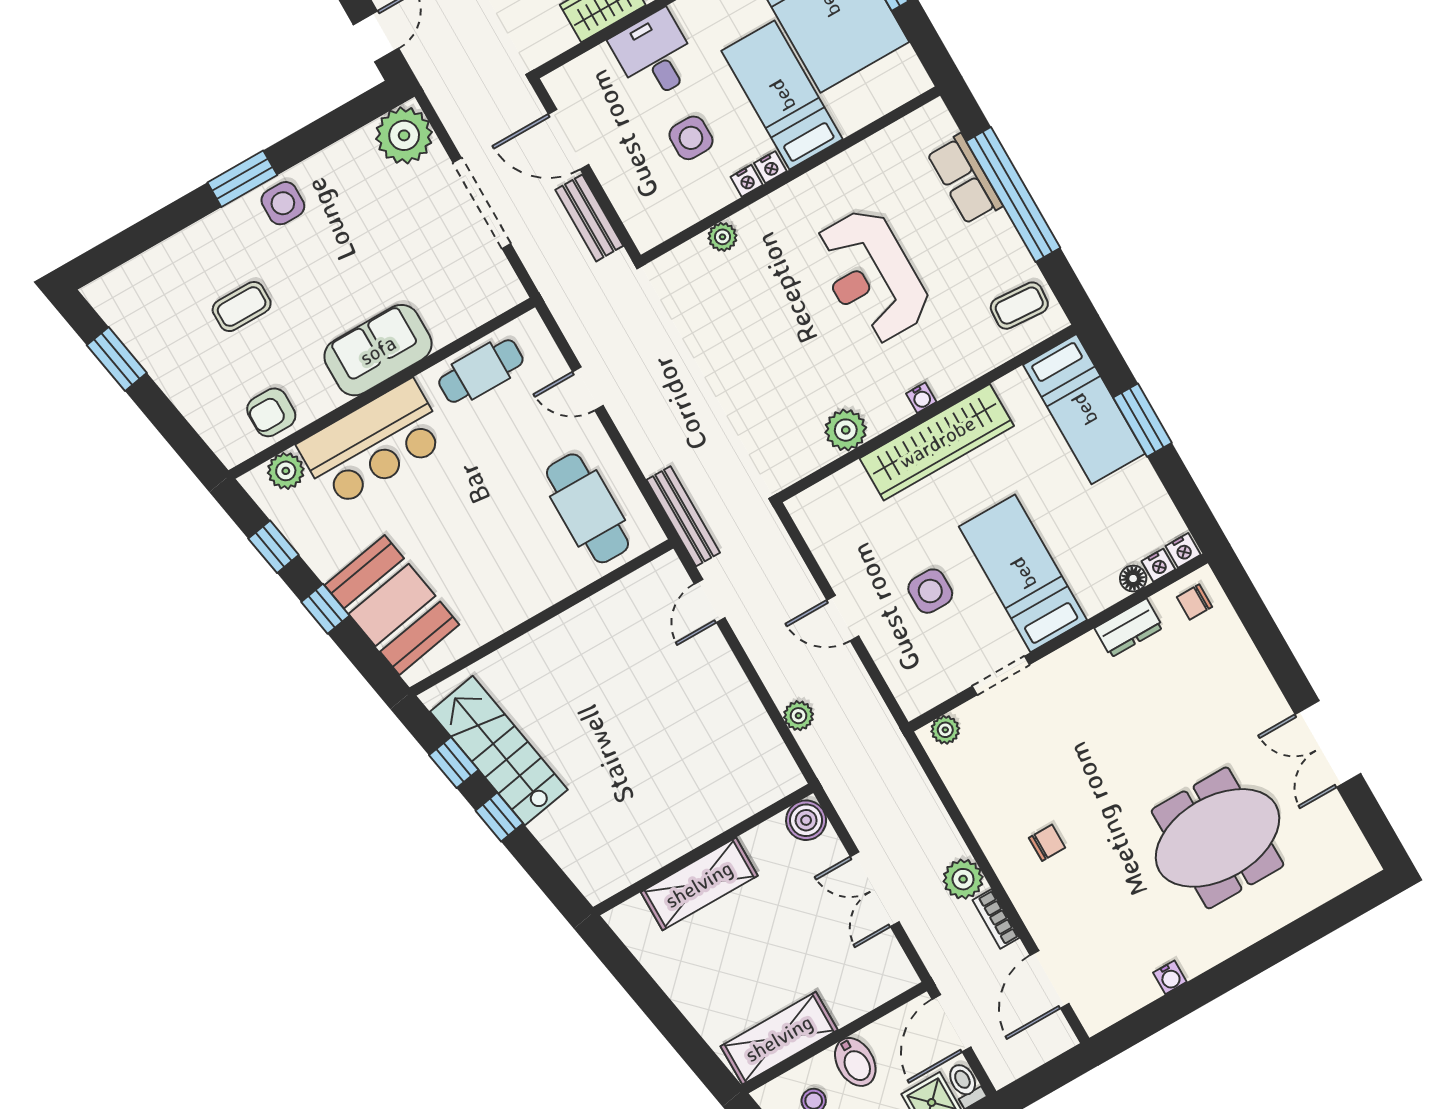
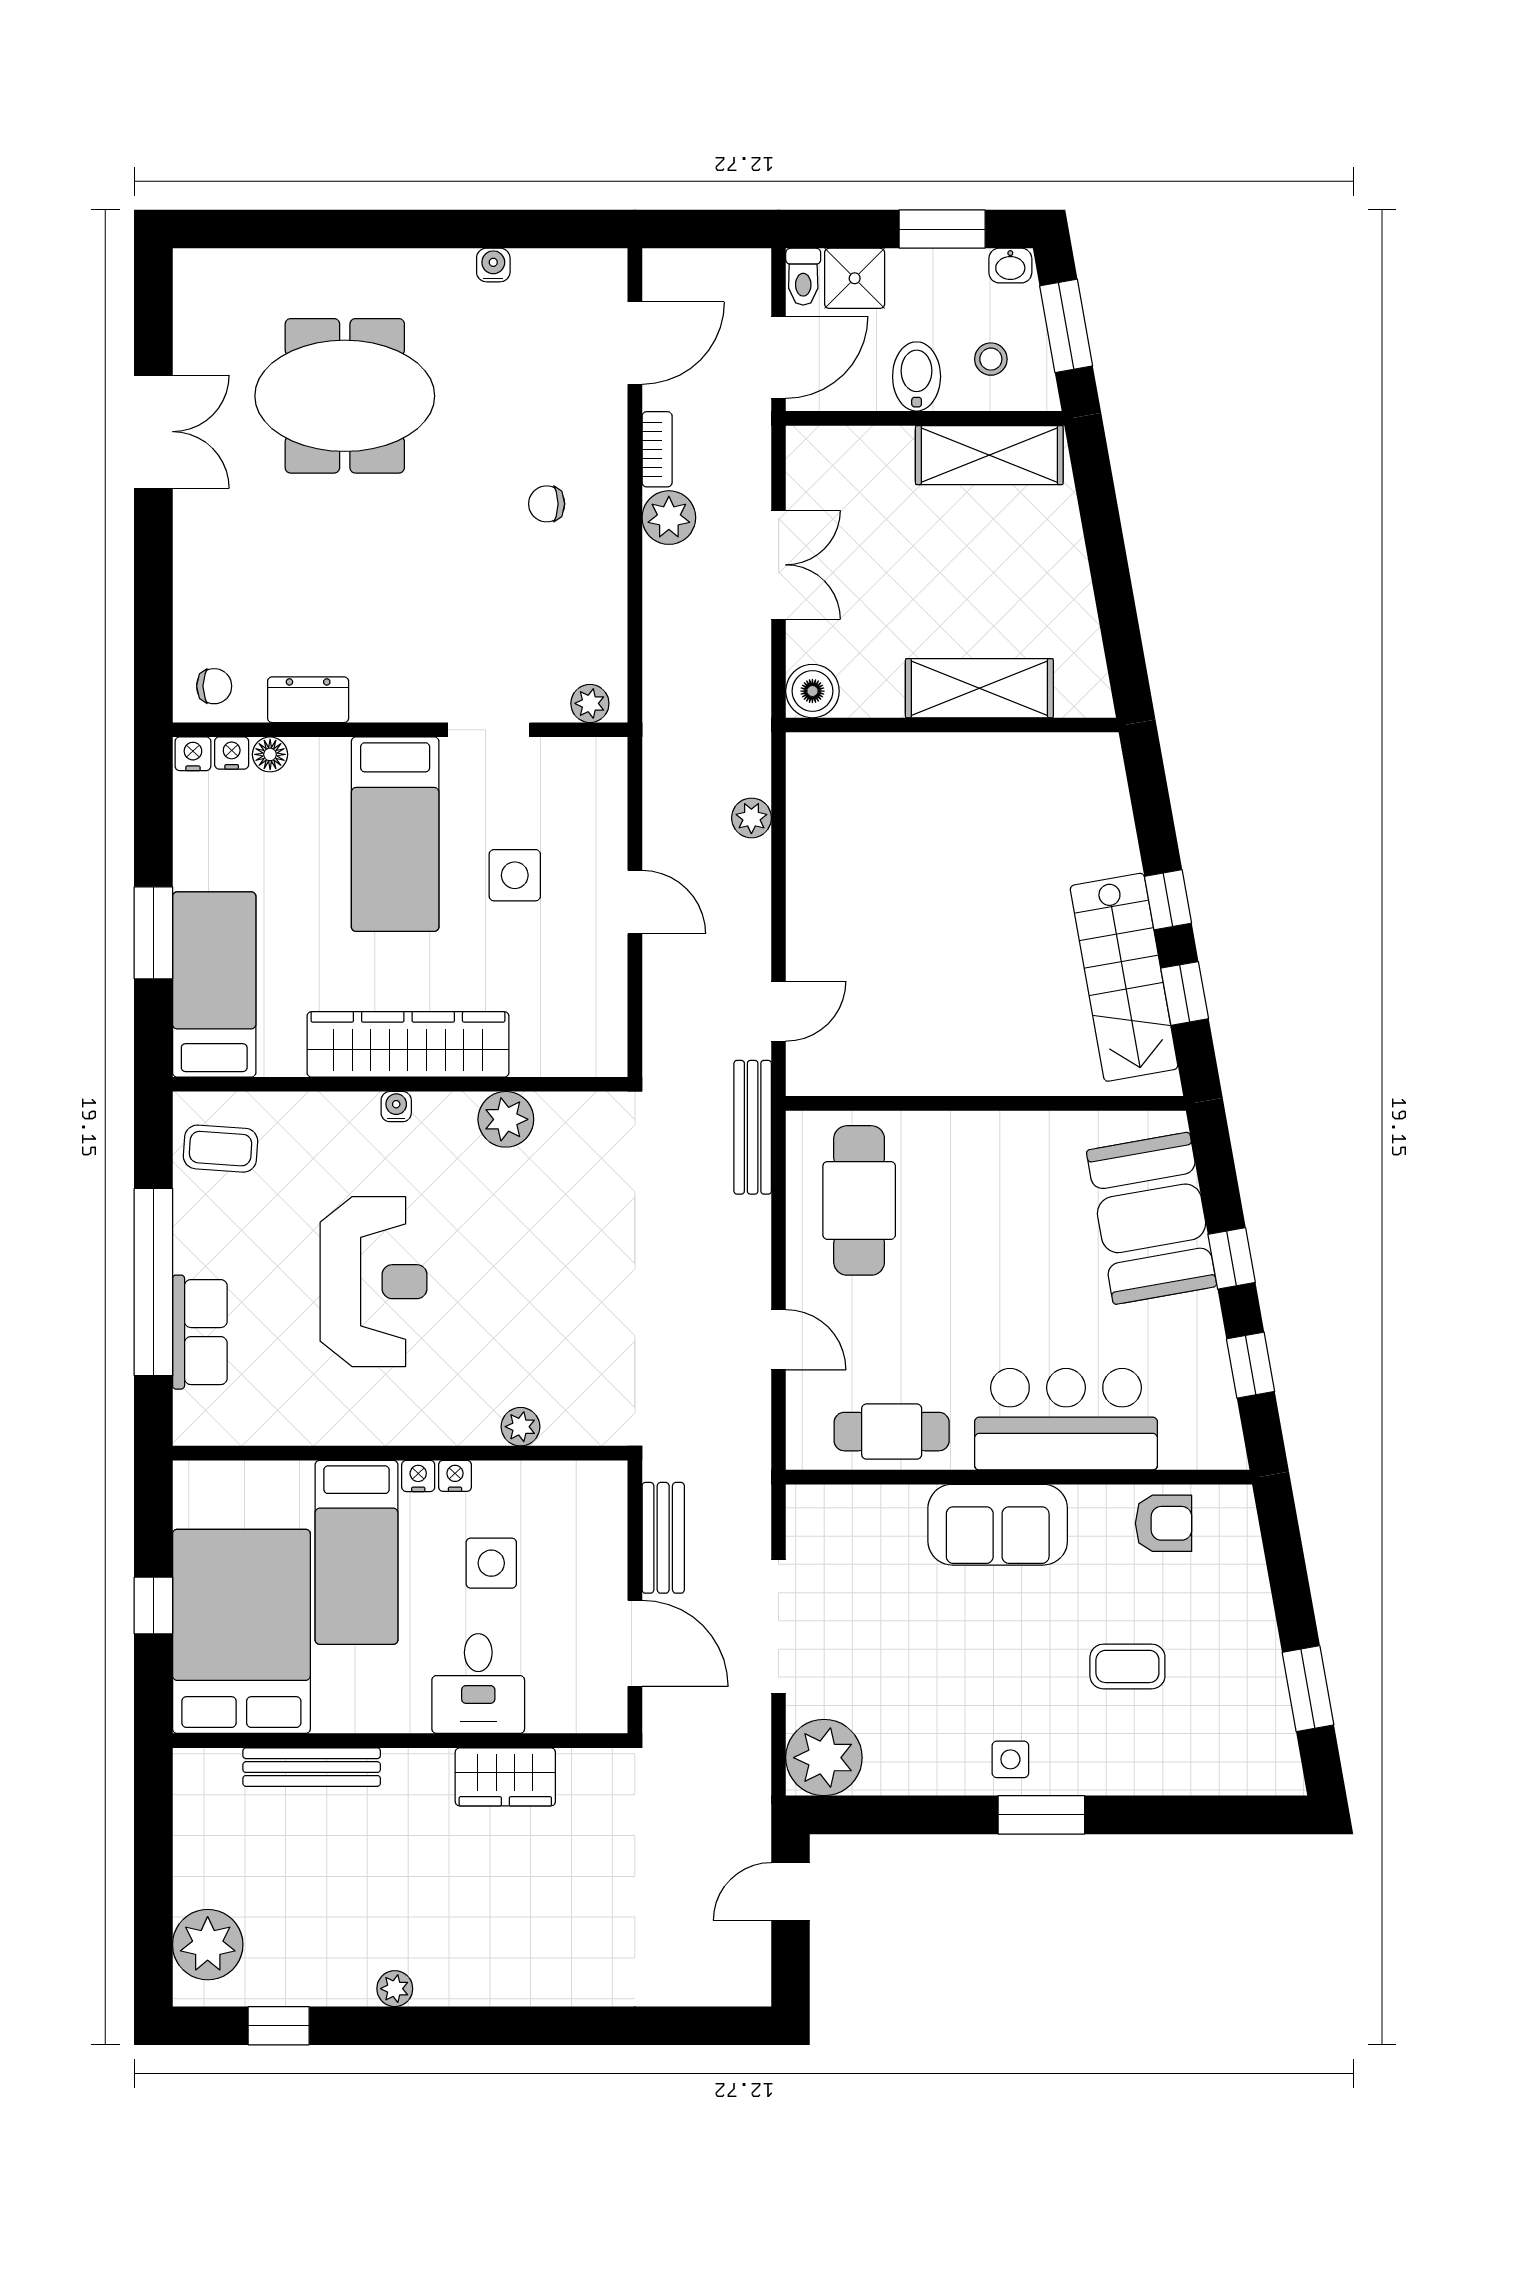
side table: (283, 203) -> (1010, 1759), width x0.73, depth x0.73
plant: (286, 471) -> (1186, 1445), removed

